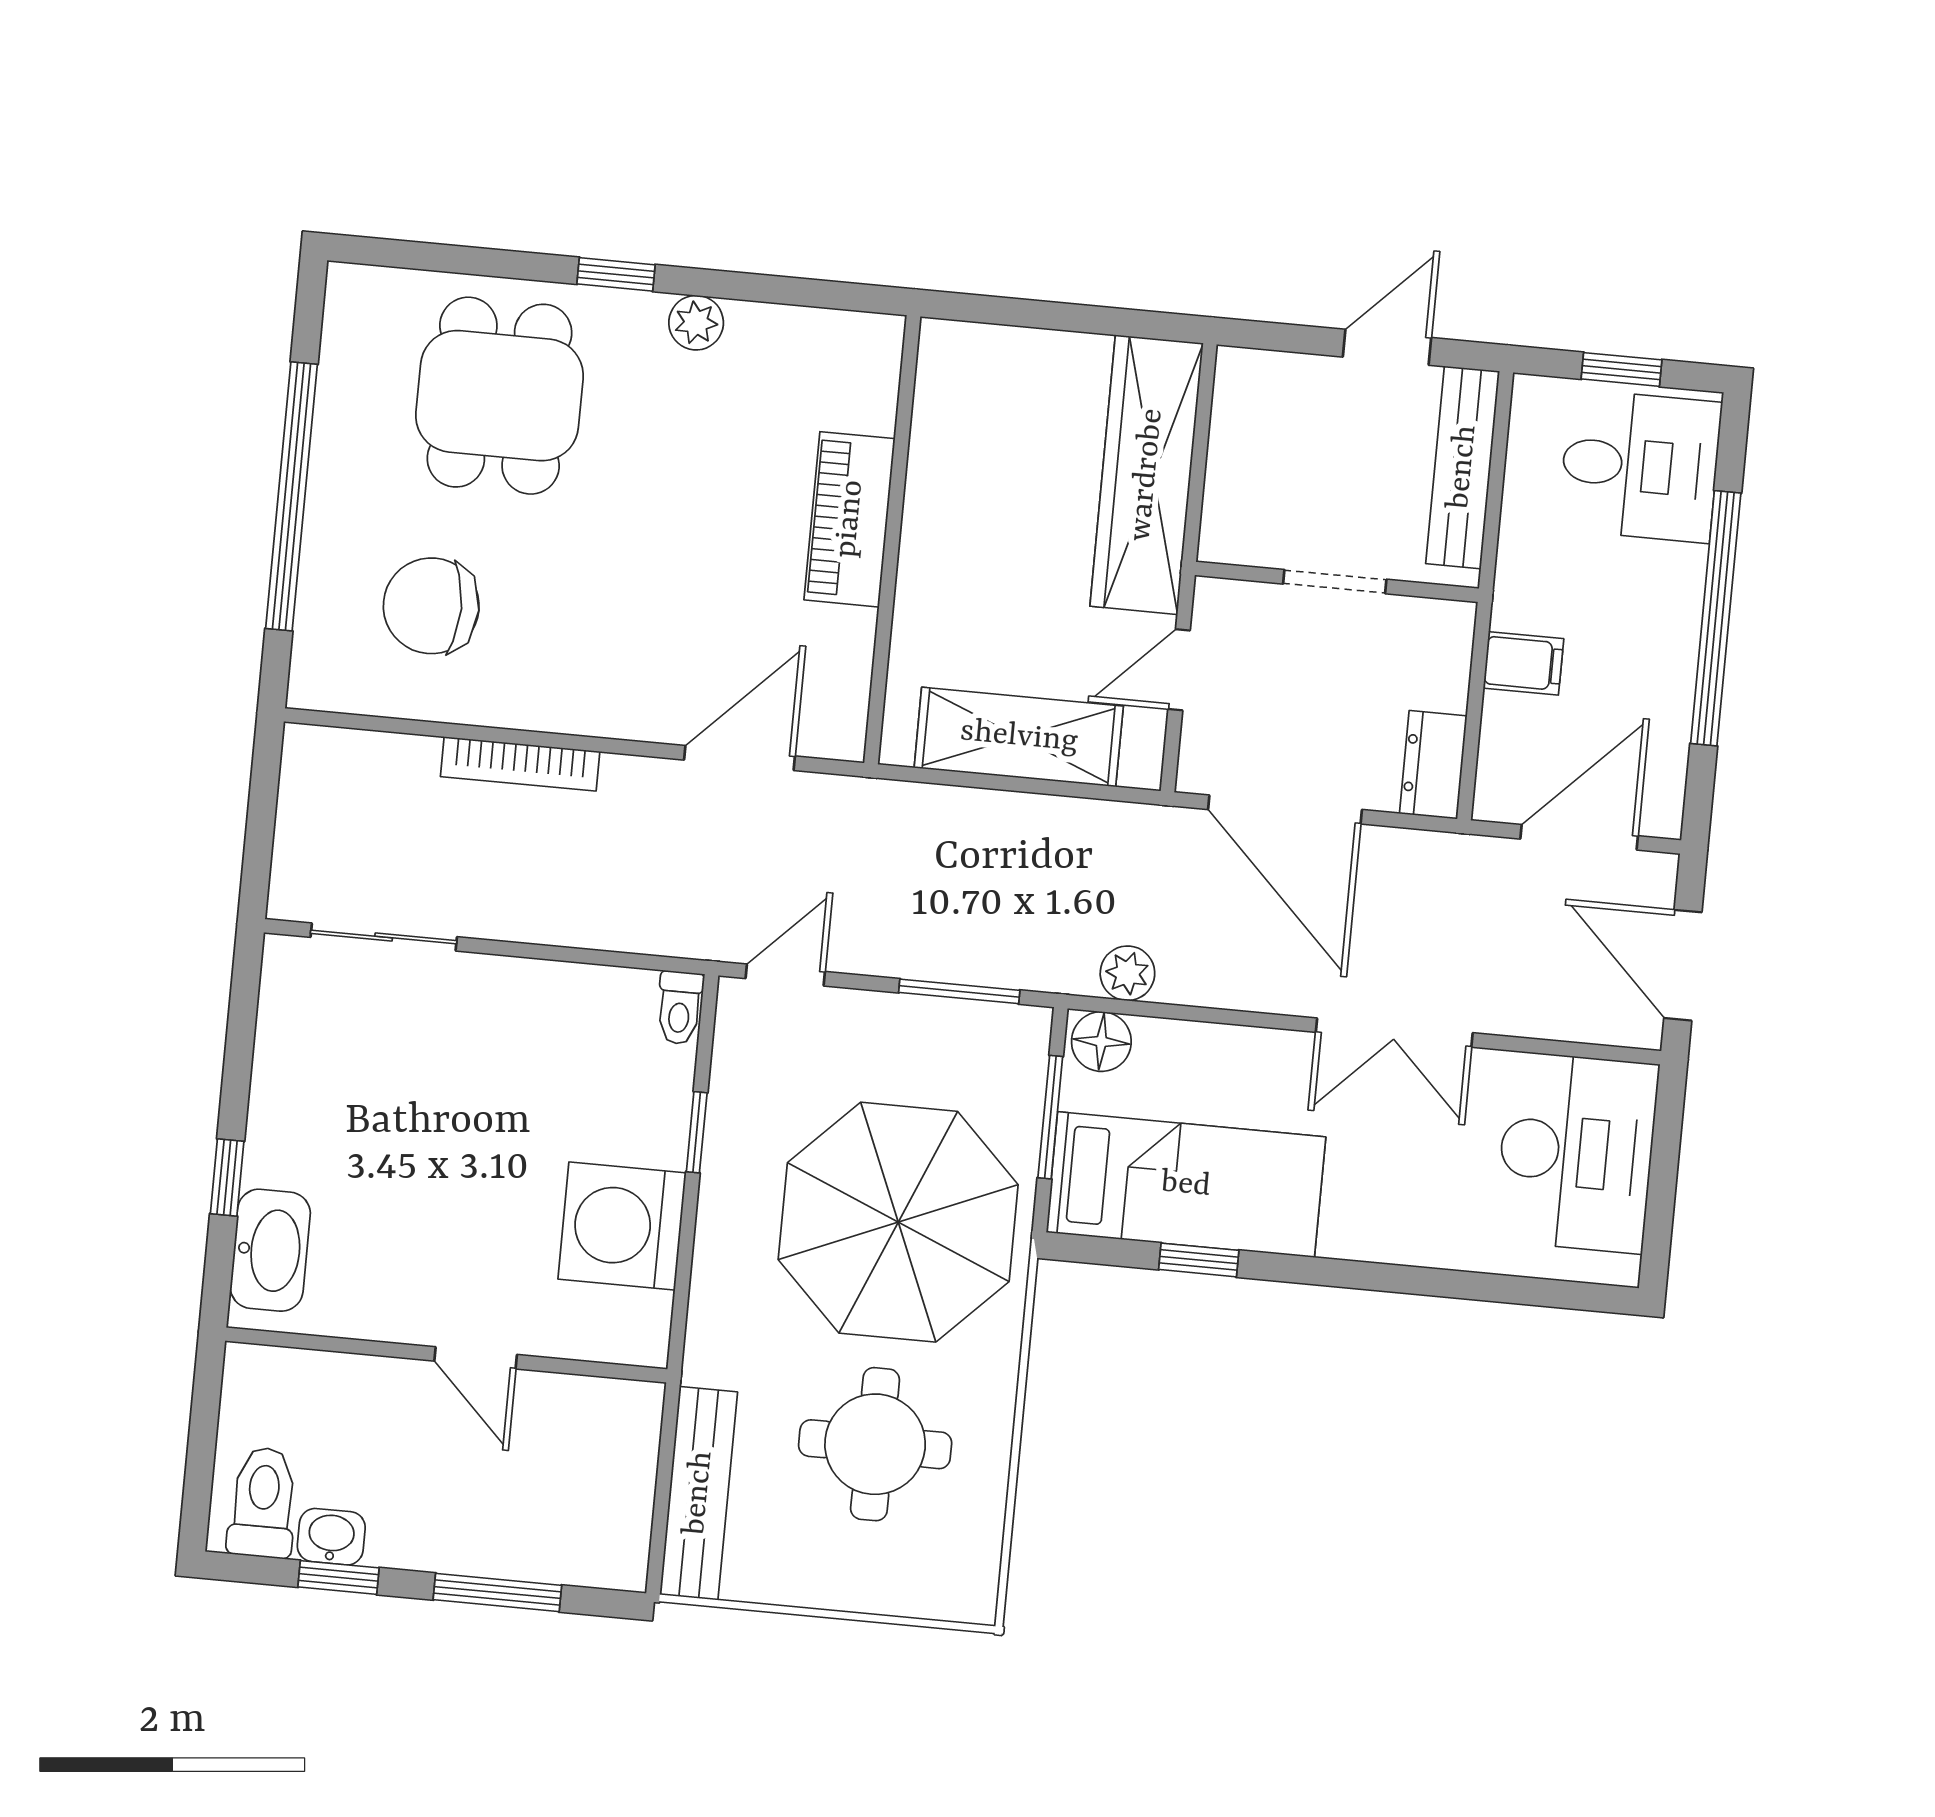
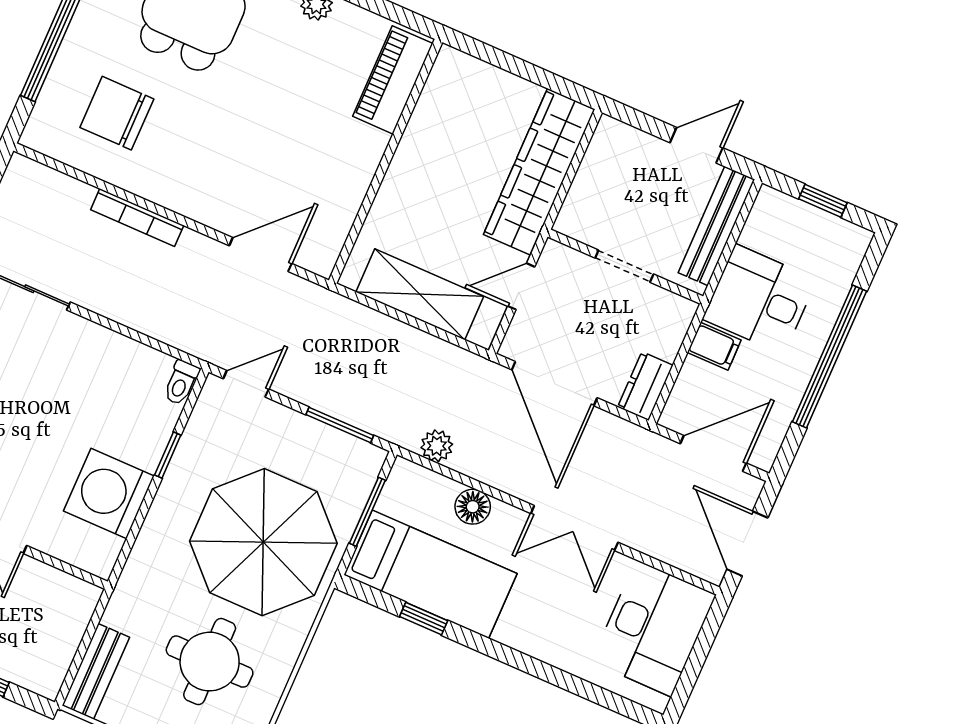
desk: (1640, 466) -> (760, 299), moved, turned 180
piano: (850, 519) -> (393, 80), moved
floor lamp: (1101, 1042) -> (473, 507), moved
bench: (699, 1493) -> (96, 671), width x0.73

